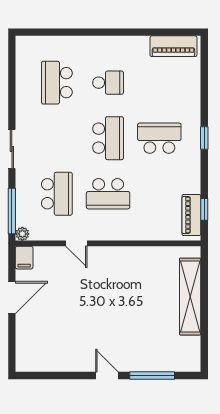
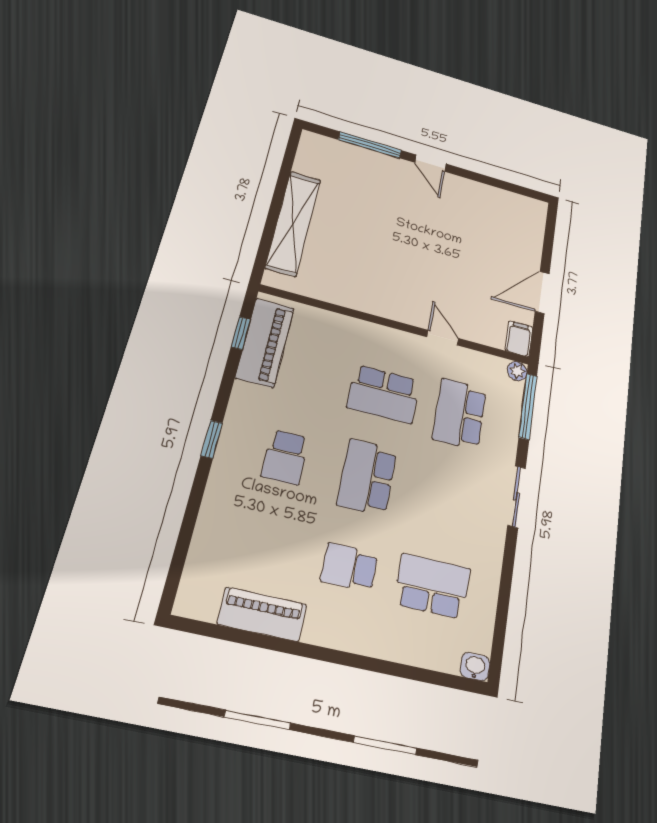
washbasin: (24, 43) -> (475, 667), added
piano: (173, 46) -> (262, 614), moved
school desk: (57, 83) -> (432, 586), turned -90
school desk: (159, 138) -> (285, 457), width x0.54
school desk: (108, 194) -> (383, 394), turned 180
piano: (191, 215) -> (265, 342), width x1.37, depth x1.33

